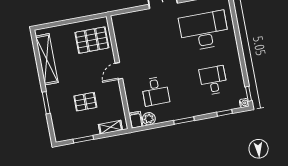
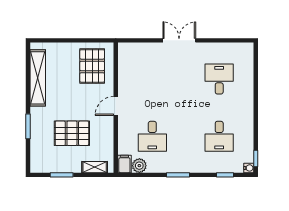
desk: (204, 31) -> (219, 79), width x0.53, depth x0.77
pallet: (92, 40) -> (92, 66), turned 90
desk: (213, 80) -> (219, 136), turned 180
pallet: (85, 102) -> (72, 133), width x1.50, depth x1.42

